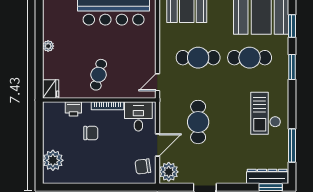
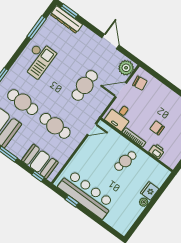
fridge: (51, 89) -> (150, 191), moved

